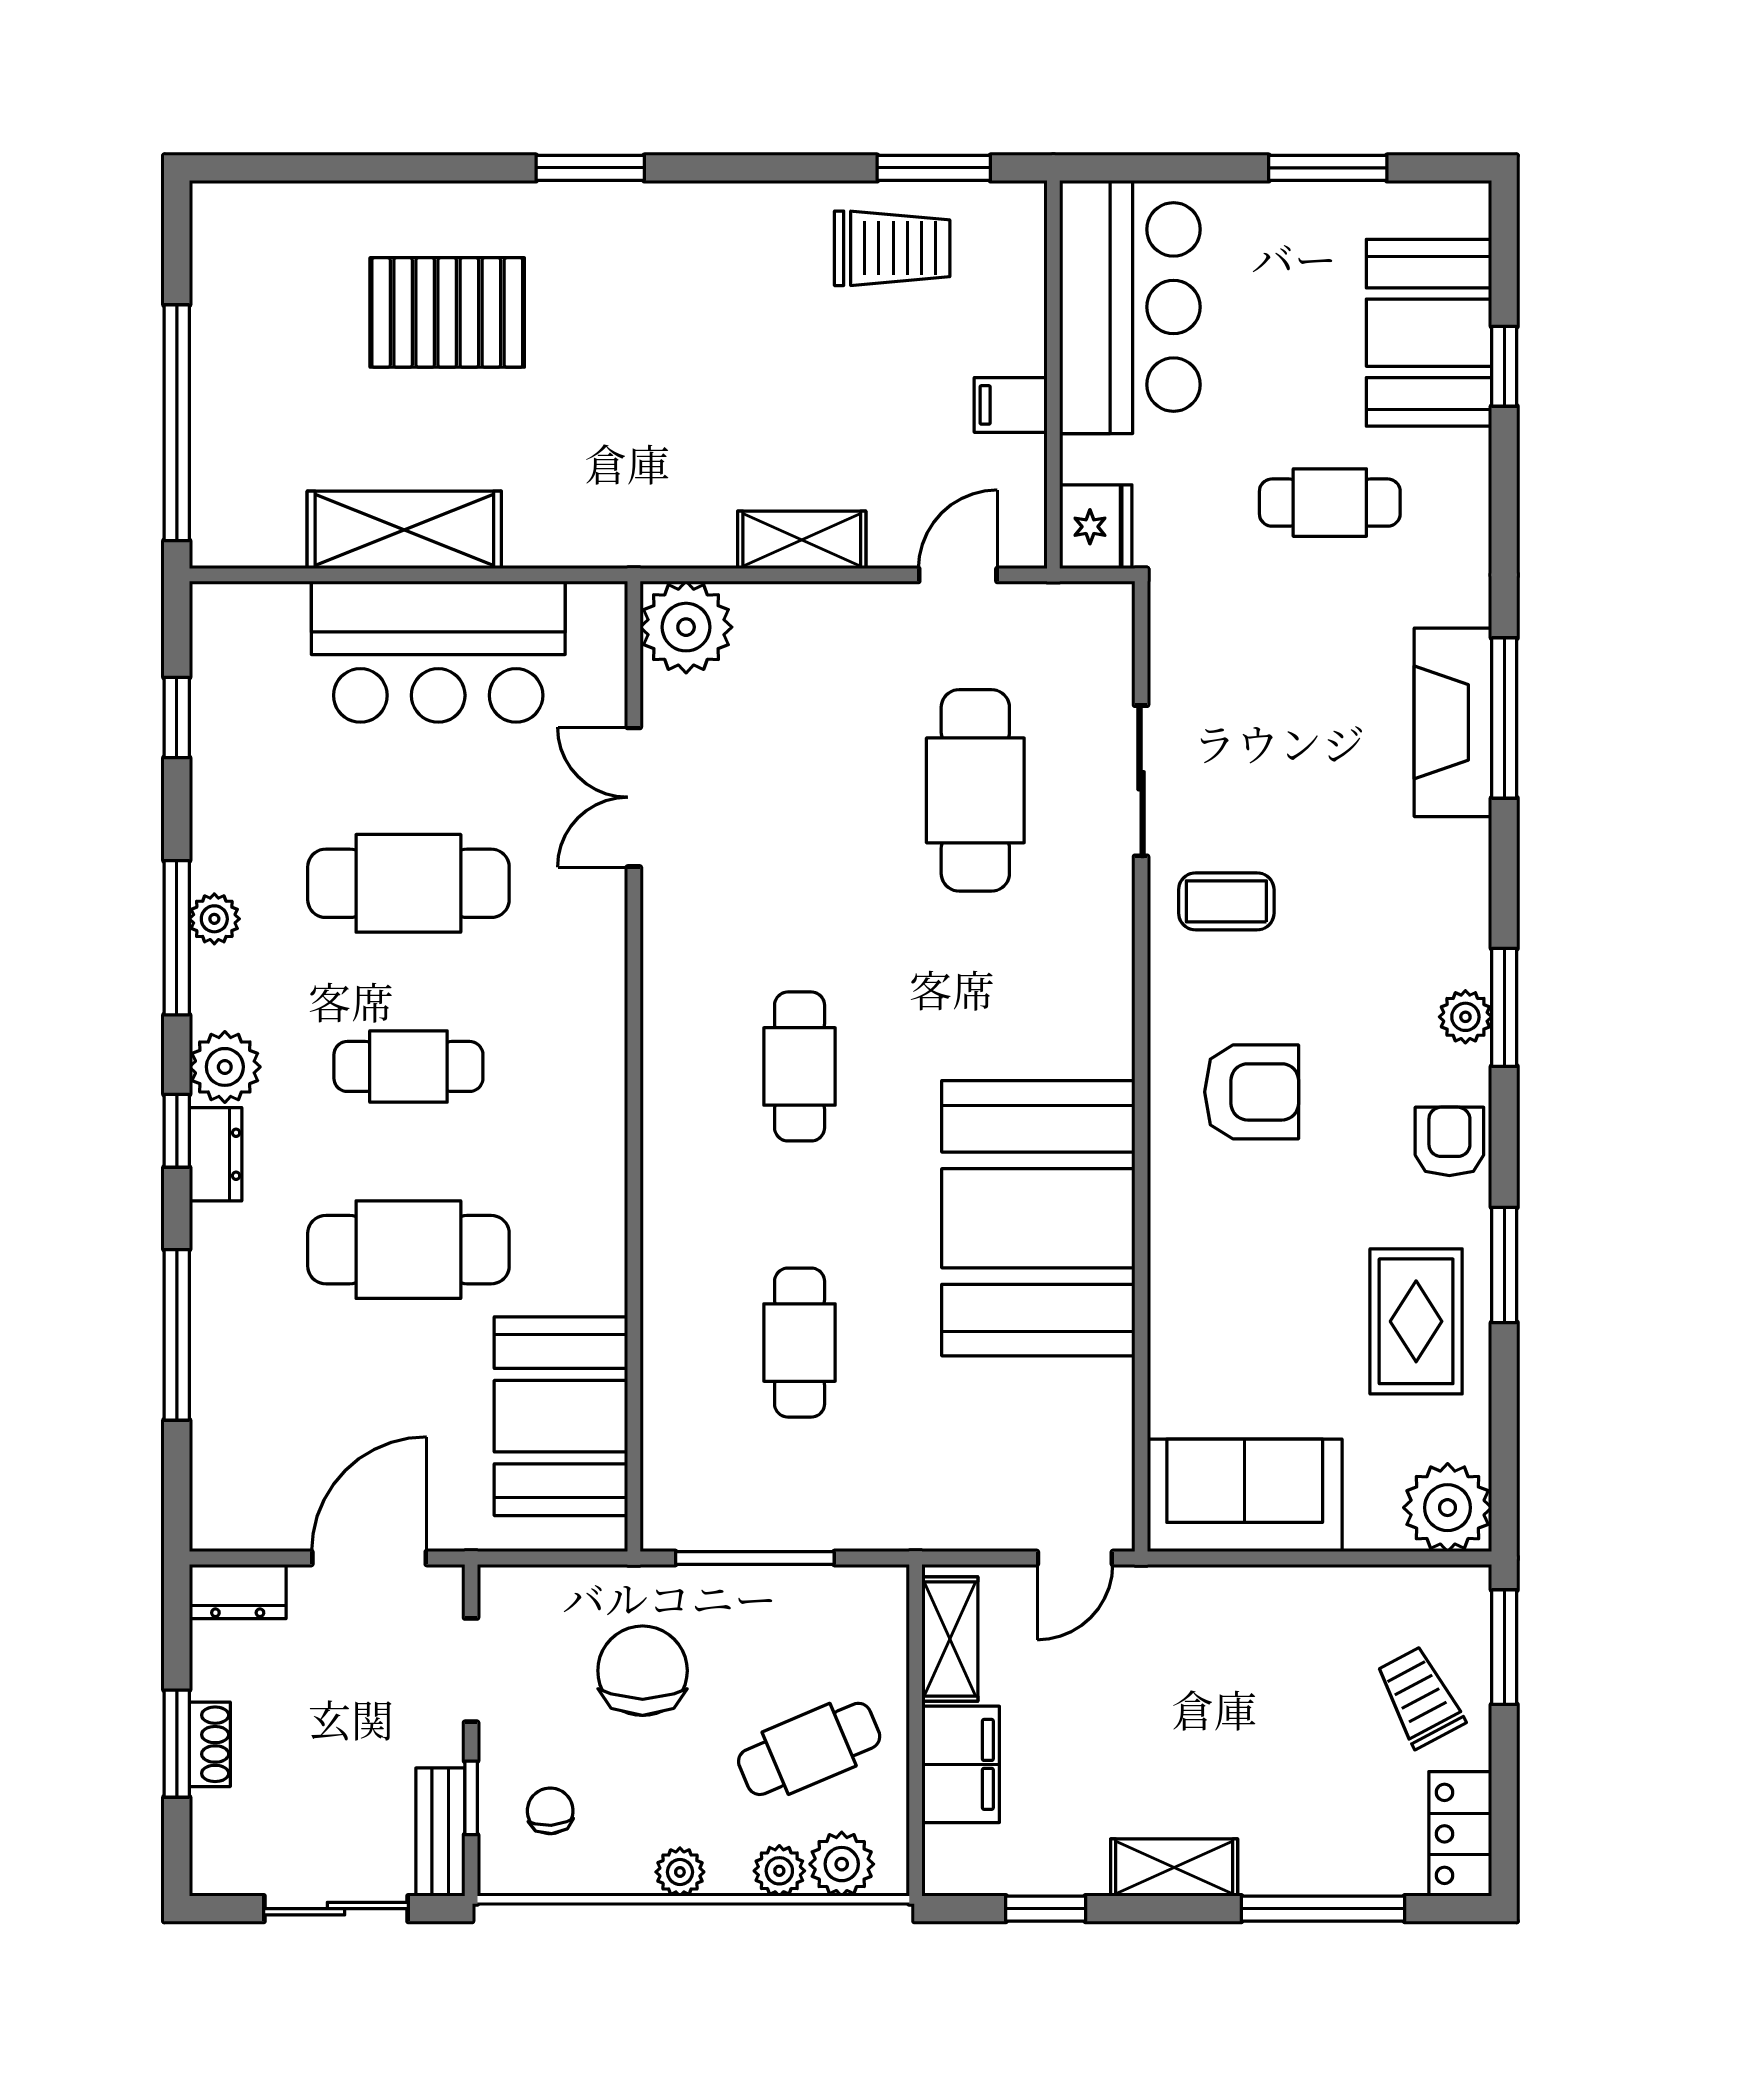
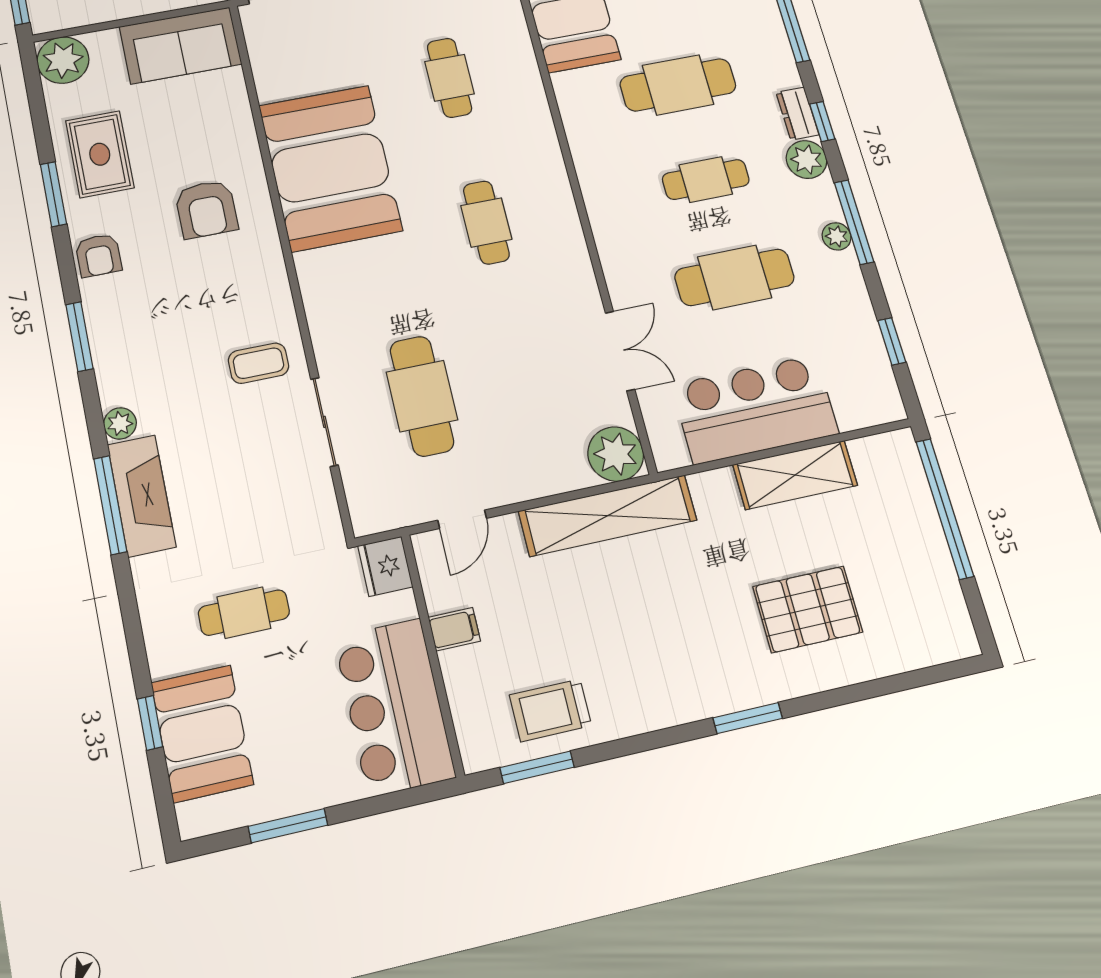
shelving: (802, 540) -> (608, 516), width x2.20, depth x1.33
plant: (1465, 1017) -> (120, 423), moved
armchair: (1252, 1092) -> (206, 209), moved, turned -90

